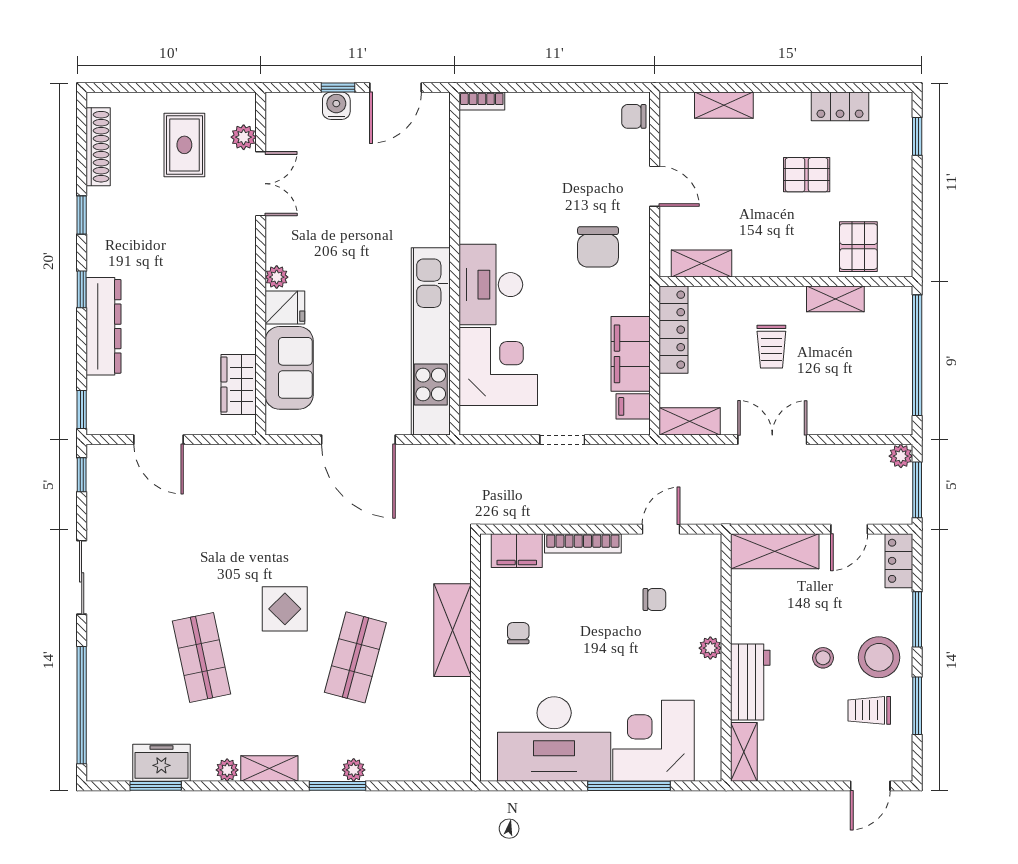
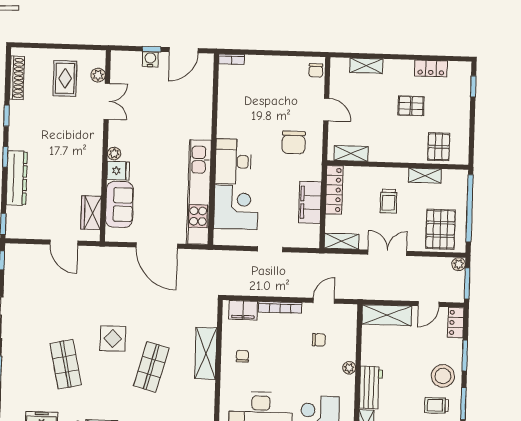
chair: (634, 116) -> (316, 70), turned -90
pallet: (866, 394) -> (440, 229), added
filing cabinet: (633, 406) -> (310, 232), removed
door: (159, 440) -> (64, 243), moved
stool: (823, 658) -> (412, 375), removed

